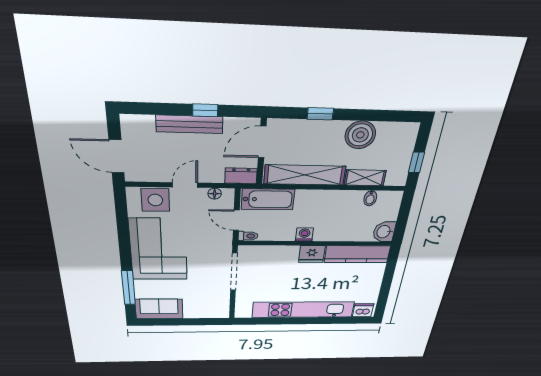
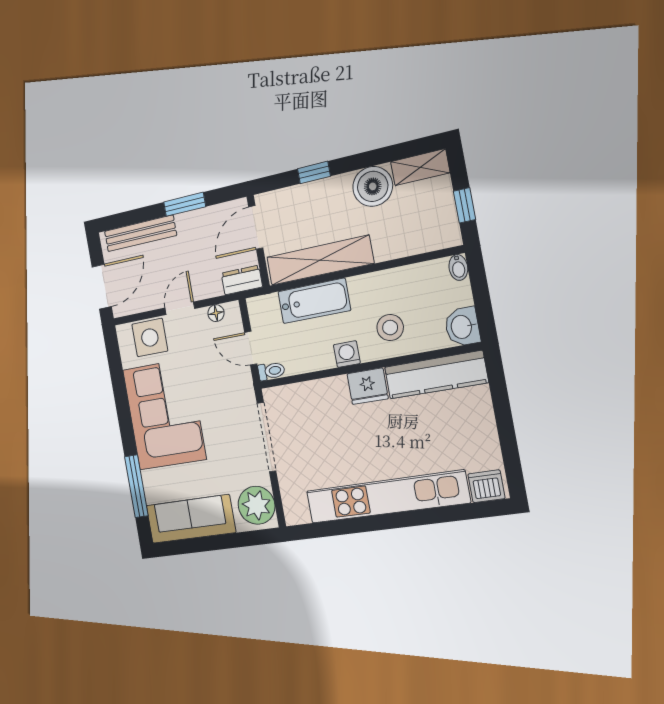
window: (205, 110) -> (185, 204), width x1.50
bench: (189, 124) -> (140, 233), moved
door: (116, 156) -> (102, 287), swing flipped
shelving: (365, 178) -> (420, 167), moved
bidet: (370, 198) -> (458, 267), moved
bathtub: (268, 199) -> (314, 301), moved
stool: (339, 224) -> (390, 328), added
plant: (217, 306) -> (256, 505), added
sofa: (159, 309) -> (191, 519), width x1.36

